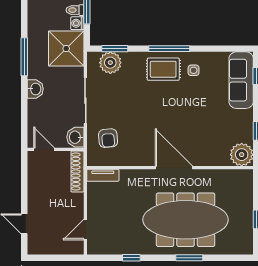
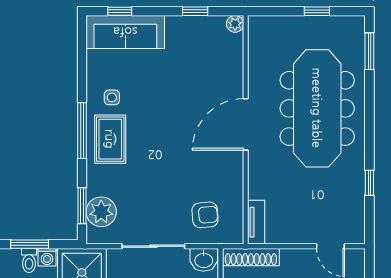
plant: (242, 155) -> (235, 24), width x0.53, depth x0.53
window: (189, 258) -> (369, 51), moved

